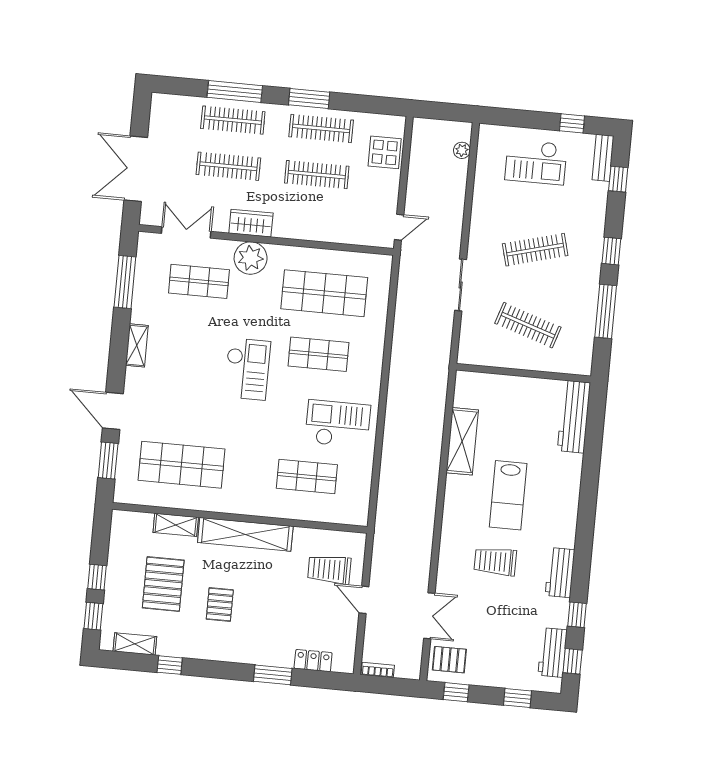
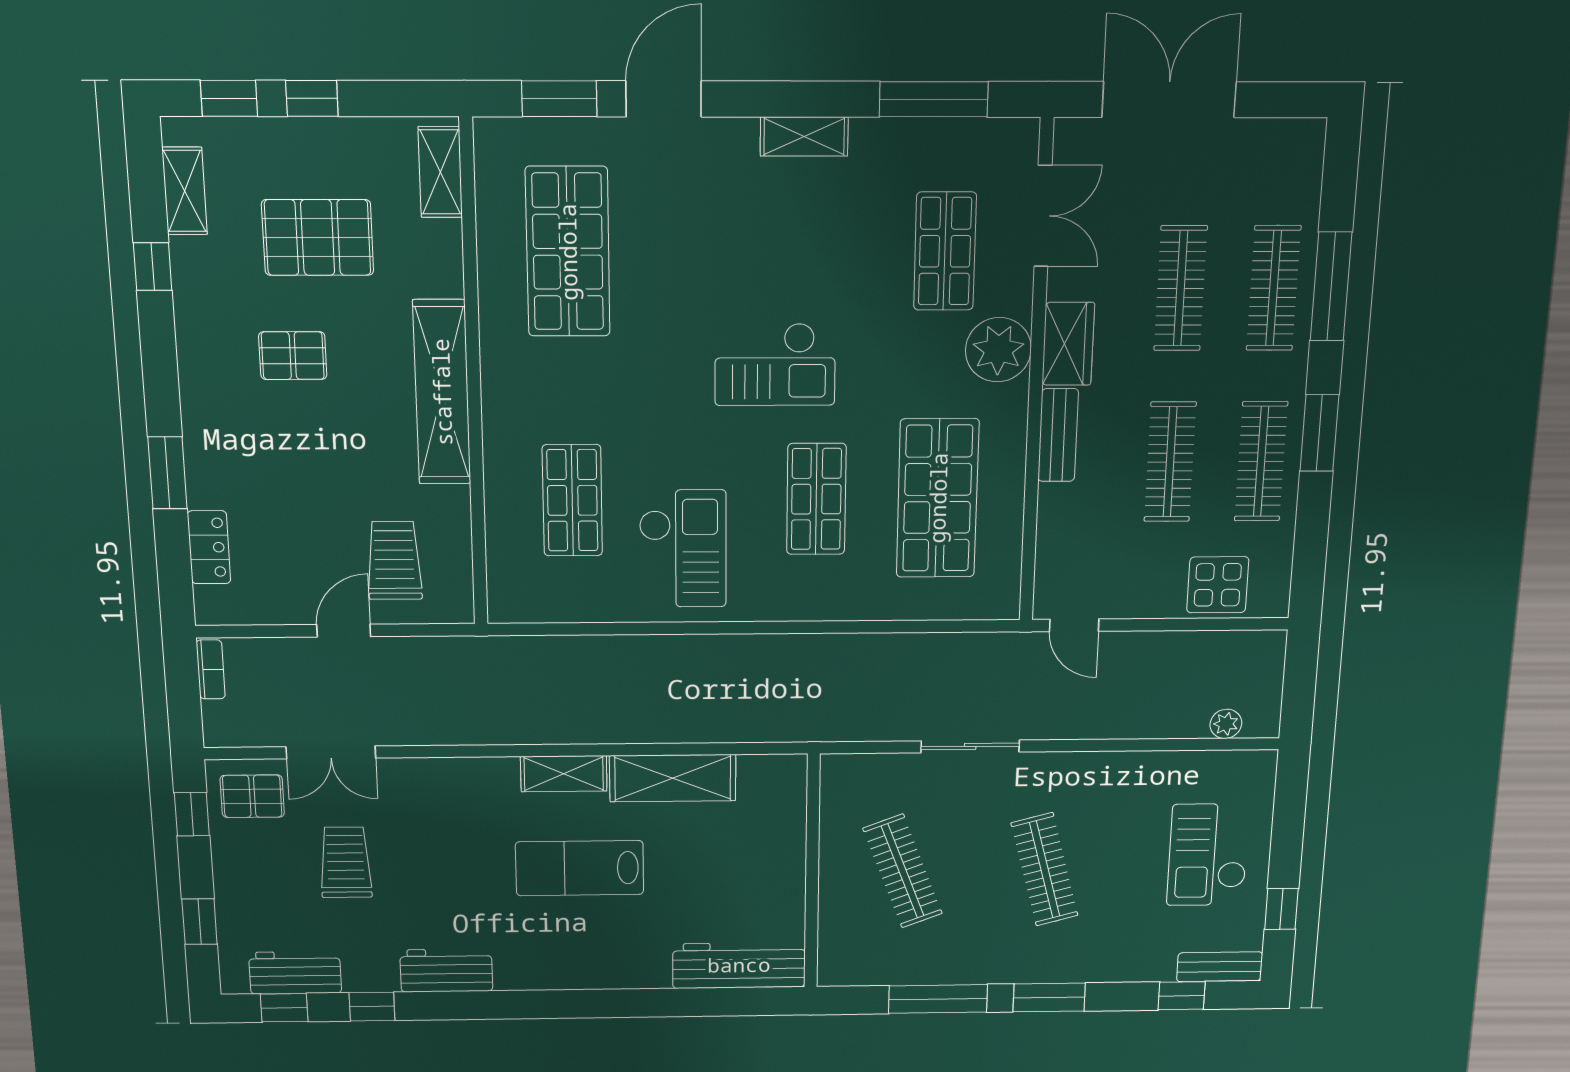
bench: (297, 230) -> (1058, 435), added
window: (611, 251) -> (1049, 997), width x1.50
clothes rail: (528, 325) -> (903, 871), turned -39
shelving: (454, 498) -> (564, 774), added
shelving: (176, 525) -> (440, 172), moved
trolley: (495, 561) -> (346, 862), moved
pallet: (449, 660) -> (252, 796), turned 90

